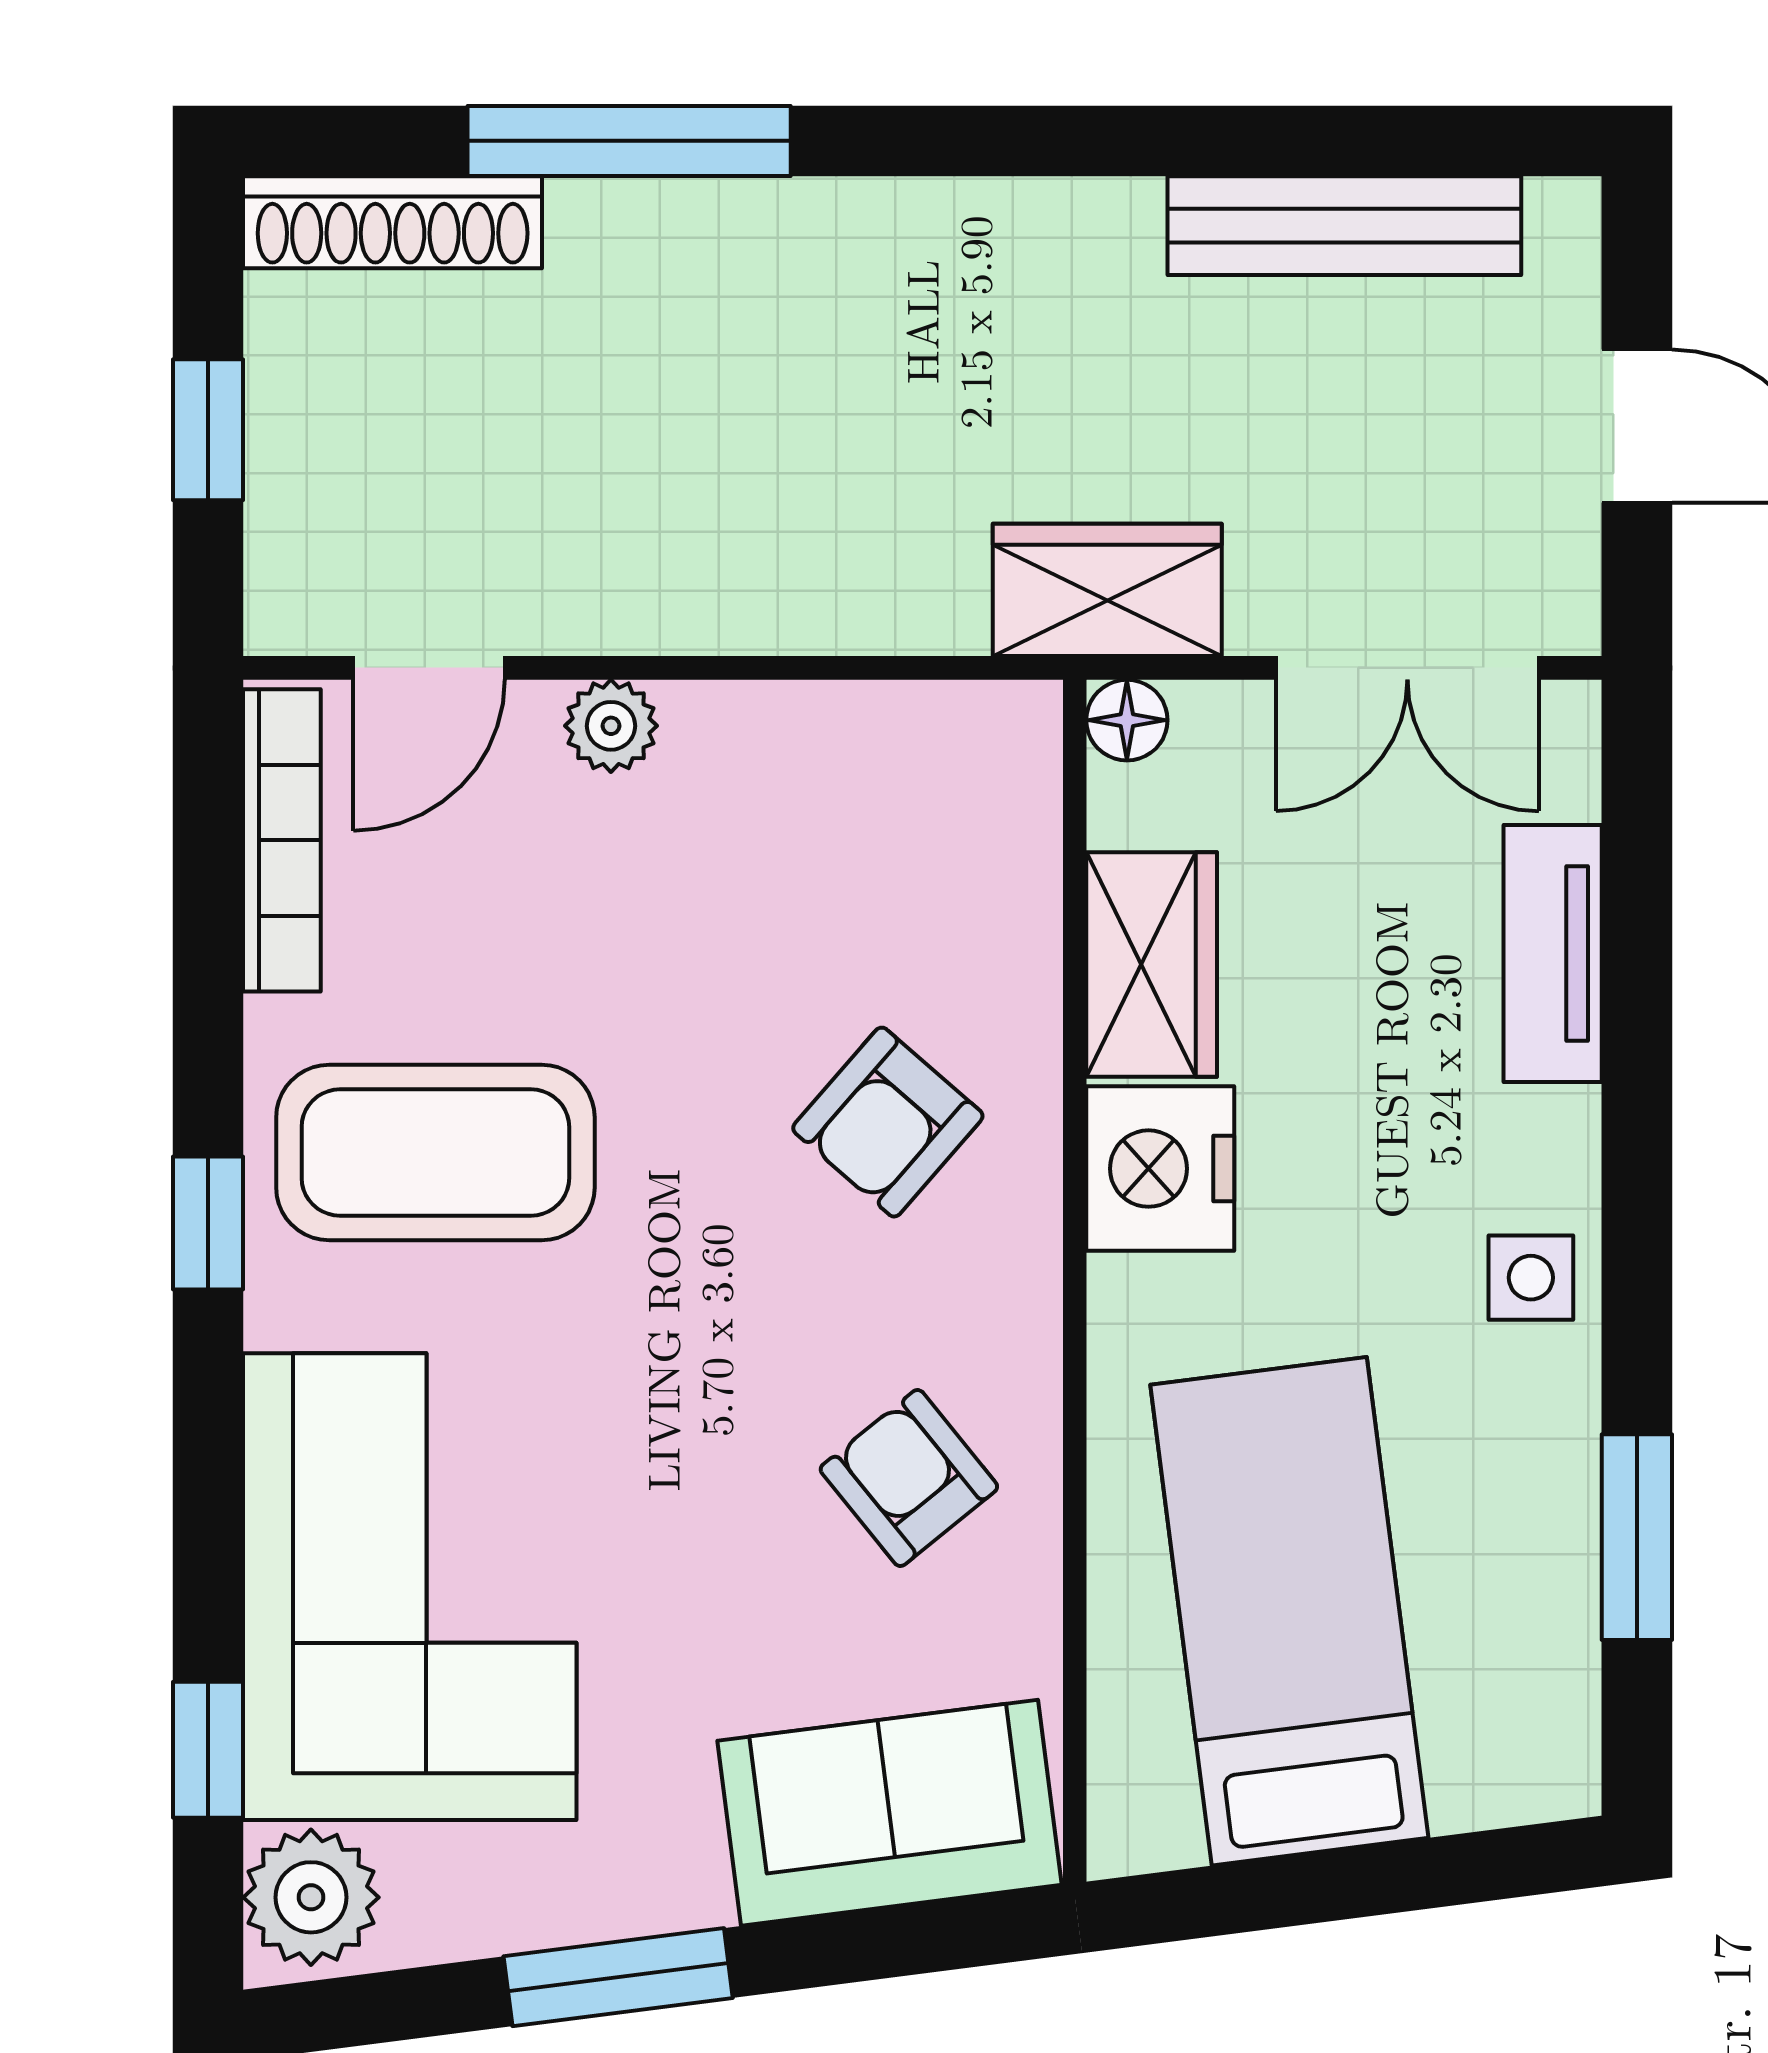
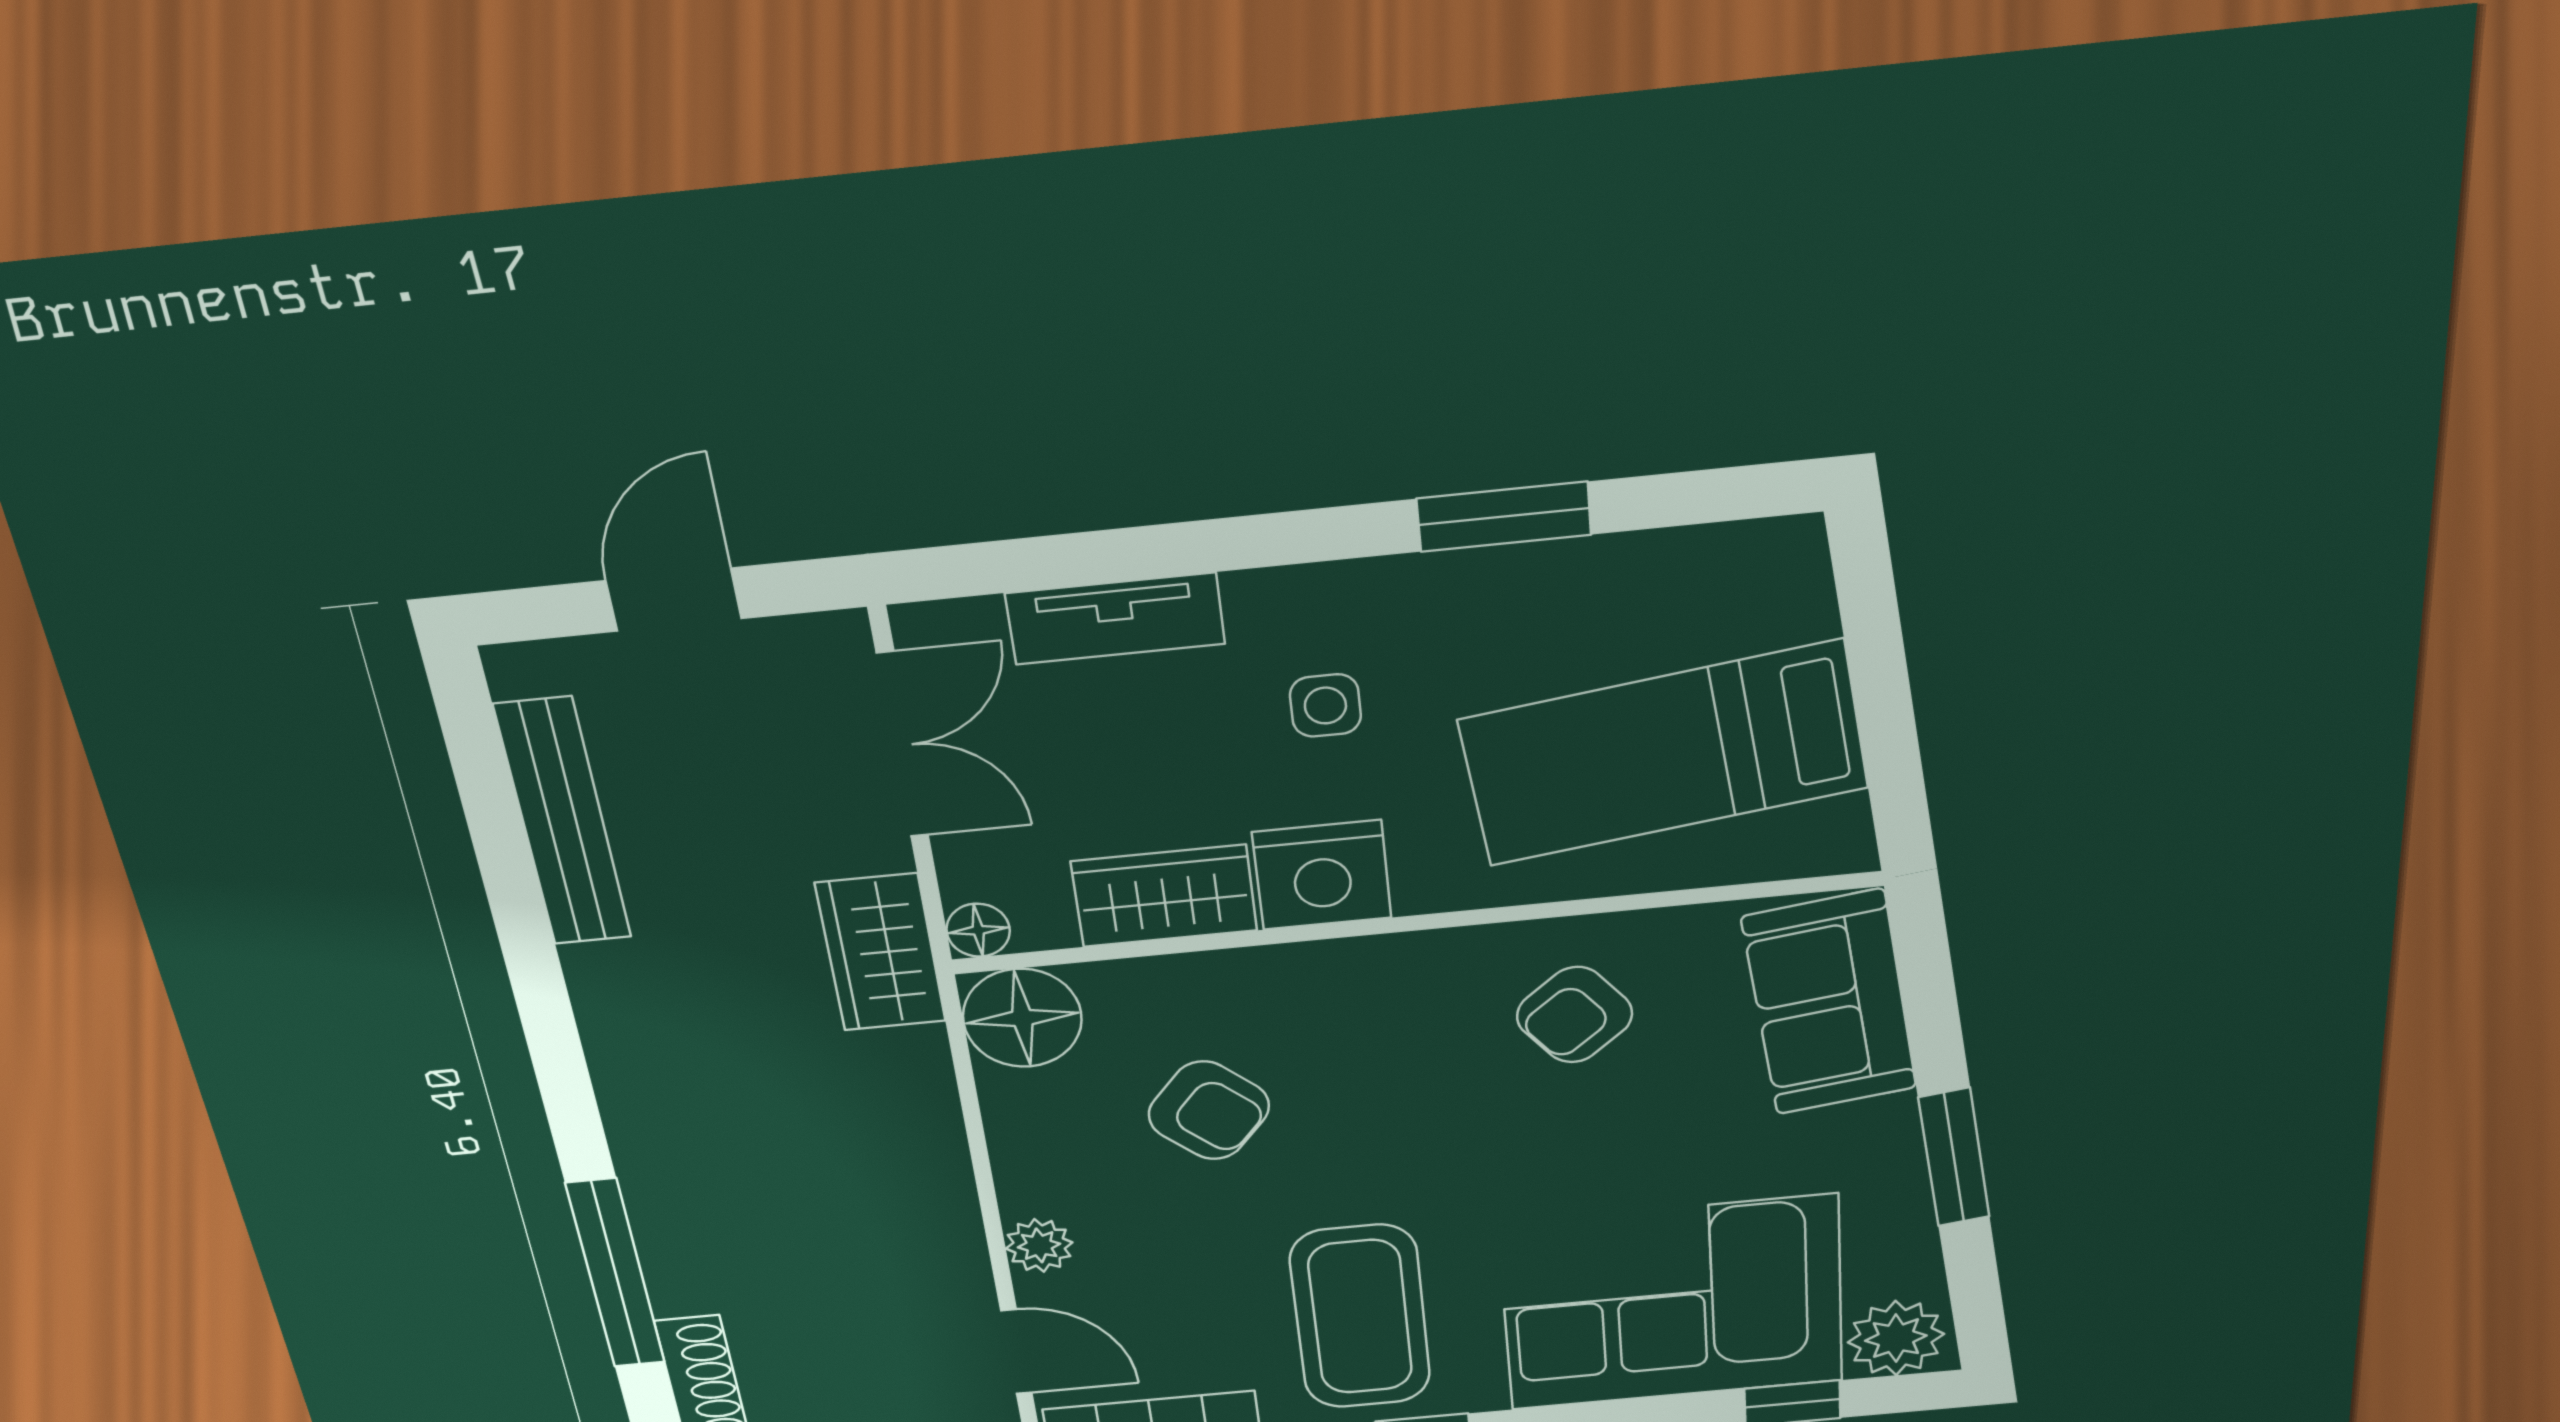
floor lamp: (986, 757) -> (1022, 1018), added
armchair: (888, 1122) -> (1209, 1110), moved
side table: (1531, 1278) -> (1325, 705), moved
window: (1637, 1537) -> (1504, 517), moved

